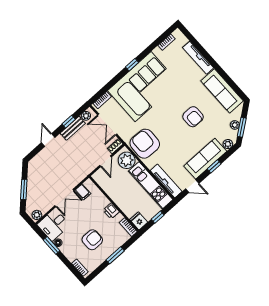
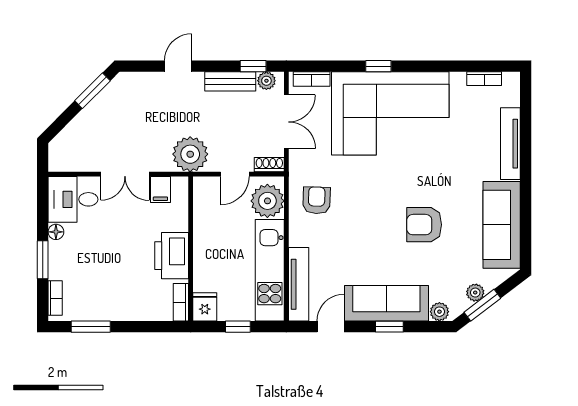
window: (132, 65) -> (378, 66), moved
armchair: (193, 117) -> (424, 225), turned 90
window: (69, 122) -> (253, 66), moved
double door: (107, 124) -> (286, 122), swing flipped
armchair: (145, 144) -> (317, 200), width x0.53, depth x0.53
door: (192, 186) -> (331, 327), swing flipped
window: (24, 189) -> (92, 91), moved
printer: (111, 211) -> (172, 256), width x1.87, depth x1.48
plant: (37, 215) -> (190, 154), moved, width x1.88, depth x1.88
armchair: (92, 240) -> (111, 273), removed
window: (51, 245) -> (43, 260), moved
window: (115, 255) -> (91, 327), moved

